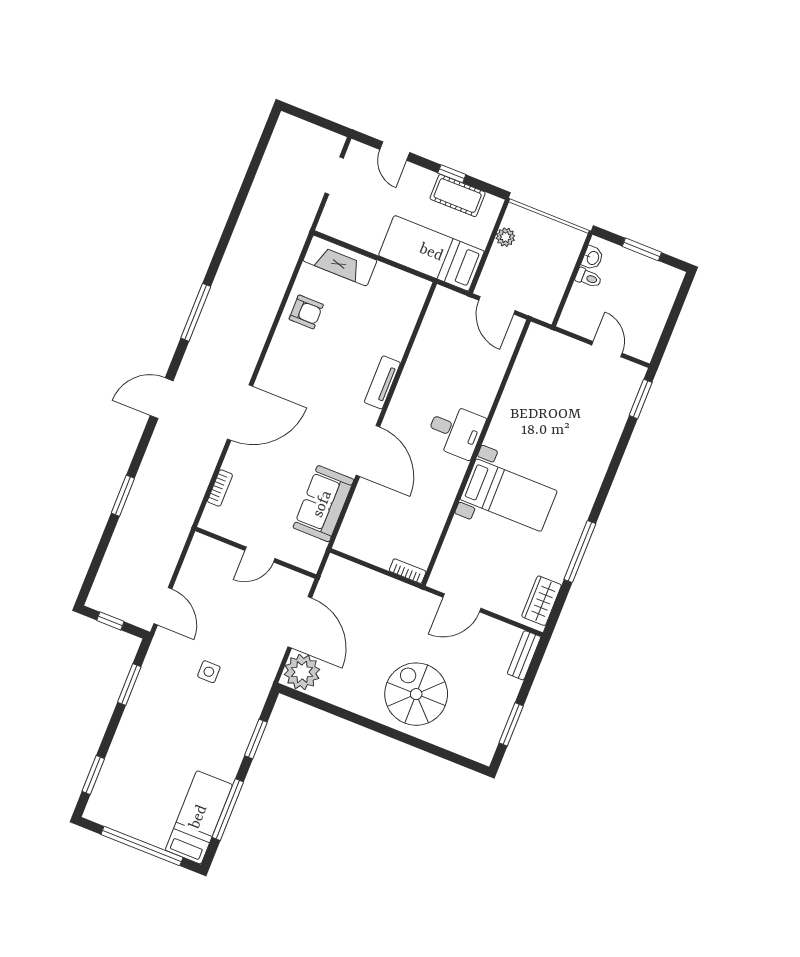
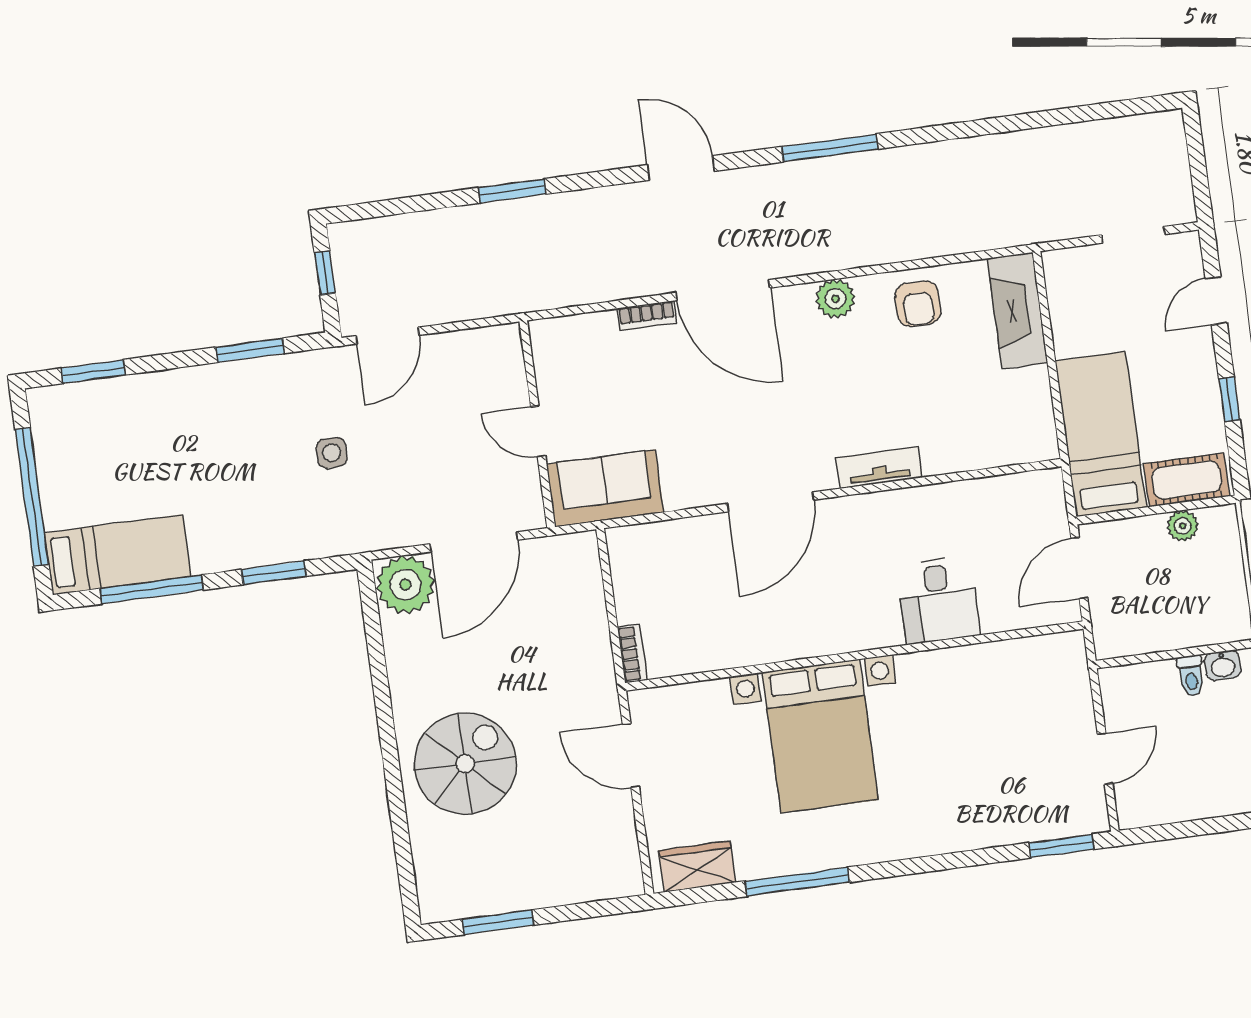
cot: (458, 196) -> (1186, 480), moved, turned 90
plant: (278, 355) -> (835, 299), added
desk: (455, 431) -> (938, 600), moved
bookcase: (220, 488) -> (647, 316), moved
bed with nightstands: (509, 495) -> (820, 736), width x1.36
sofa: (323, 504) -> (605, 488), moved
bench: (524, 655) -> (606, 885), removed

